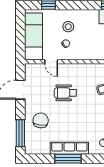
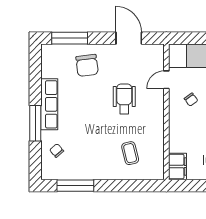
chair: (41, 120) -> (87, 65), turned 76
window: (68, 159) -> (35, 123), moved

